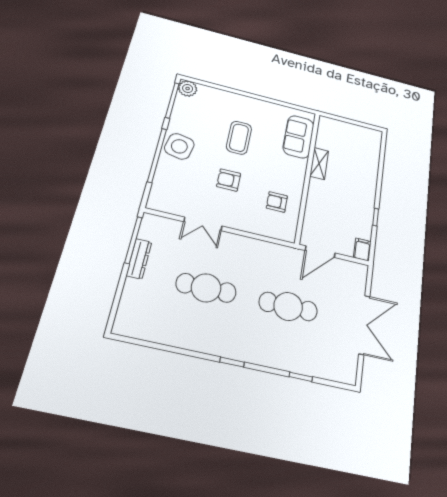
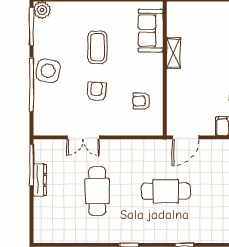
armchair: (229, 180) -> (96, 91), turned 95
cafe table: (206, 288) -> (97, 191), turned 90

